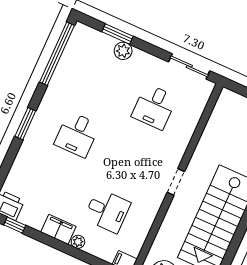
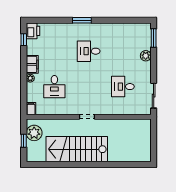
window: (117, 34) -> (154, 38), moved
window: (57, 54) -> (128, 20), removed

